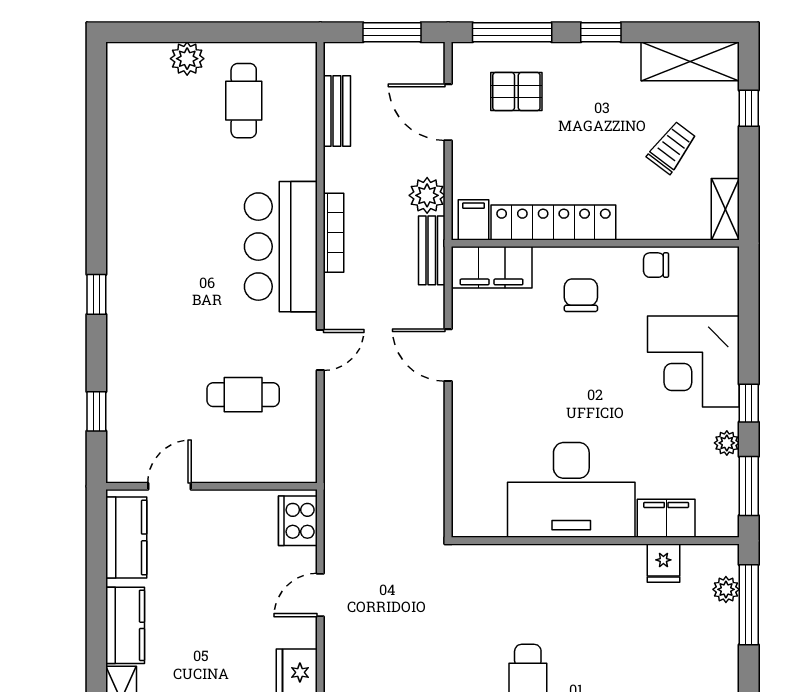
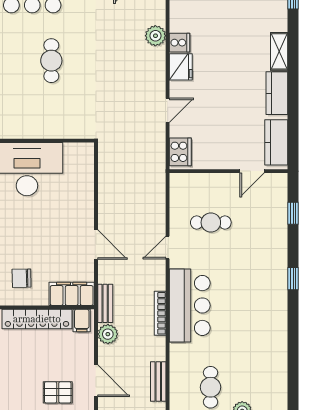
chair: (581, 295) -> (22, 278), turned 89

